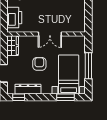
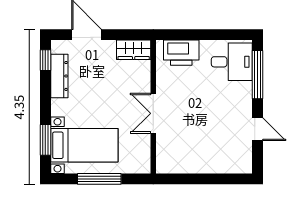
armchair: (39, 64) -> (102, 95), removed

